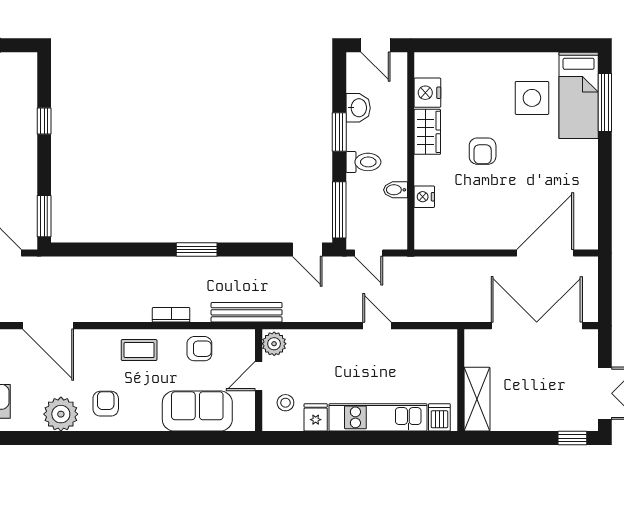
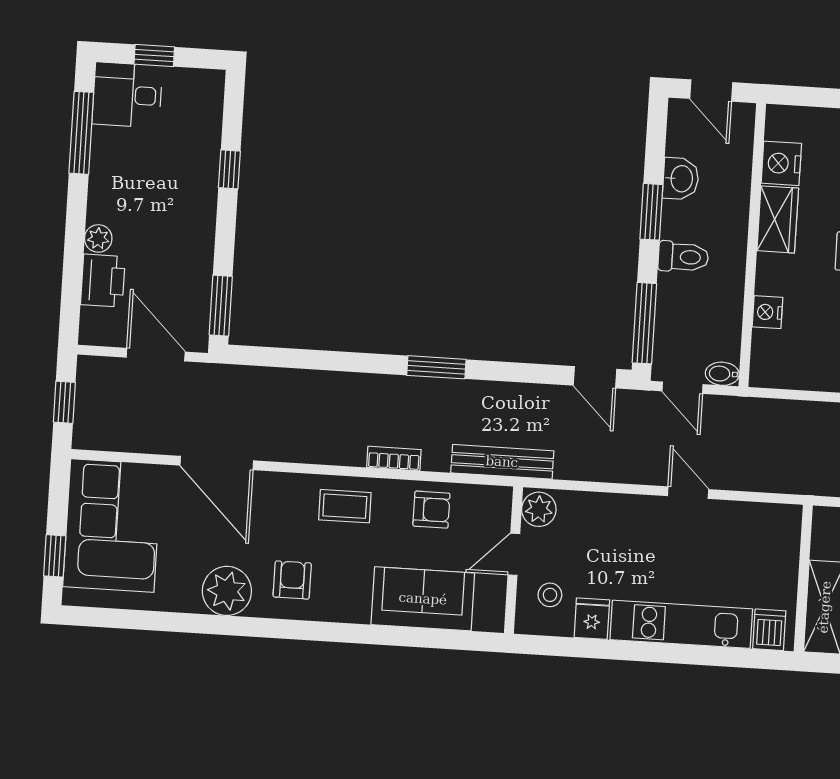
bidet: (396, 190) -> (722, 374), moved

